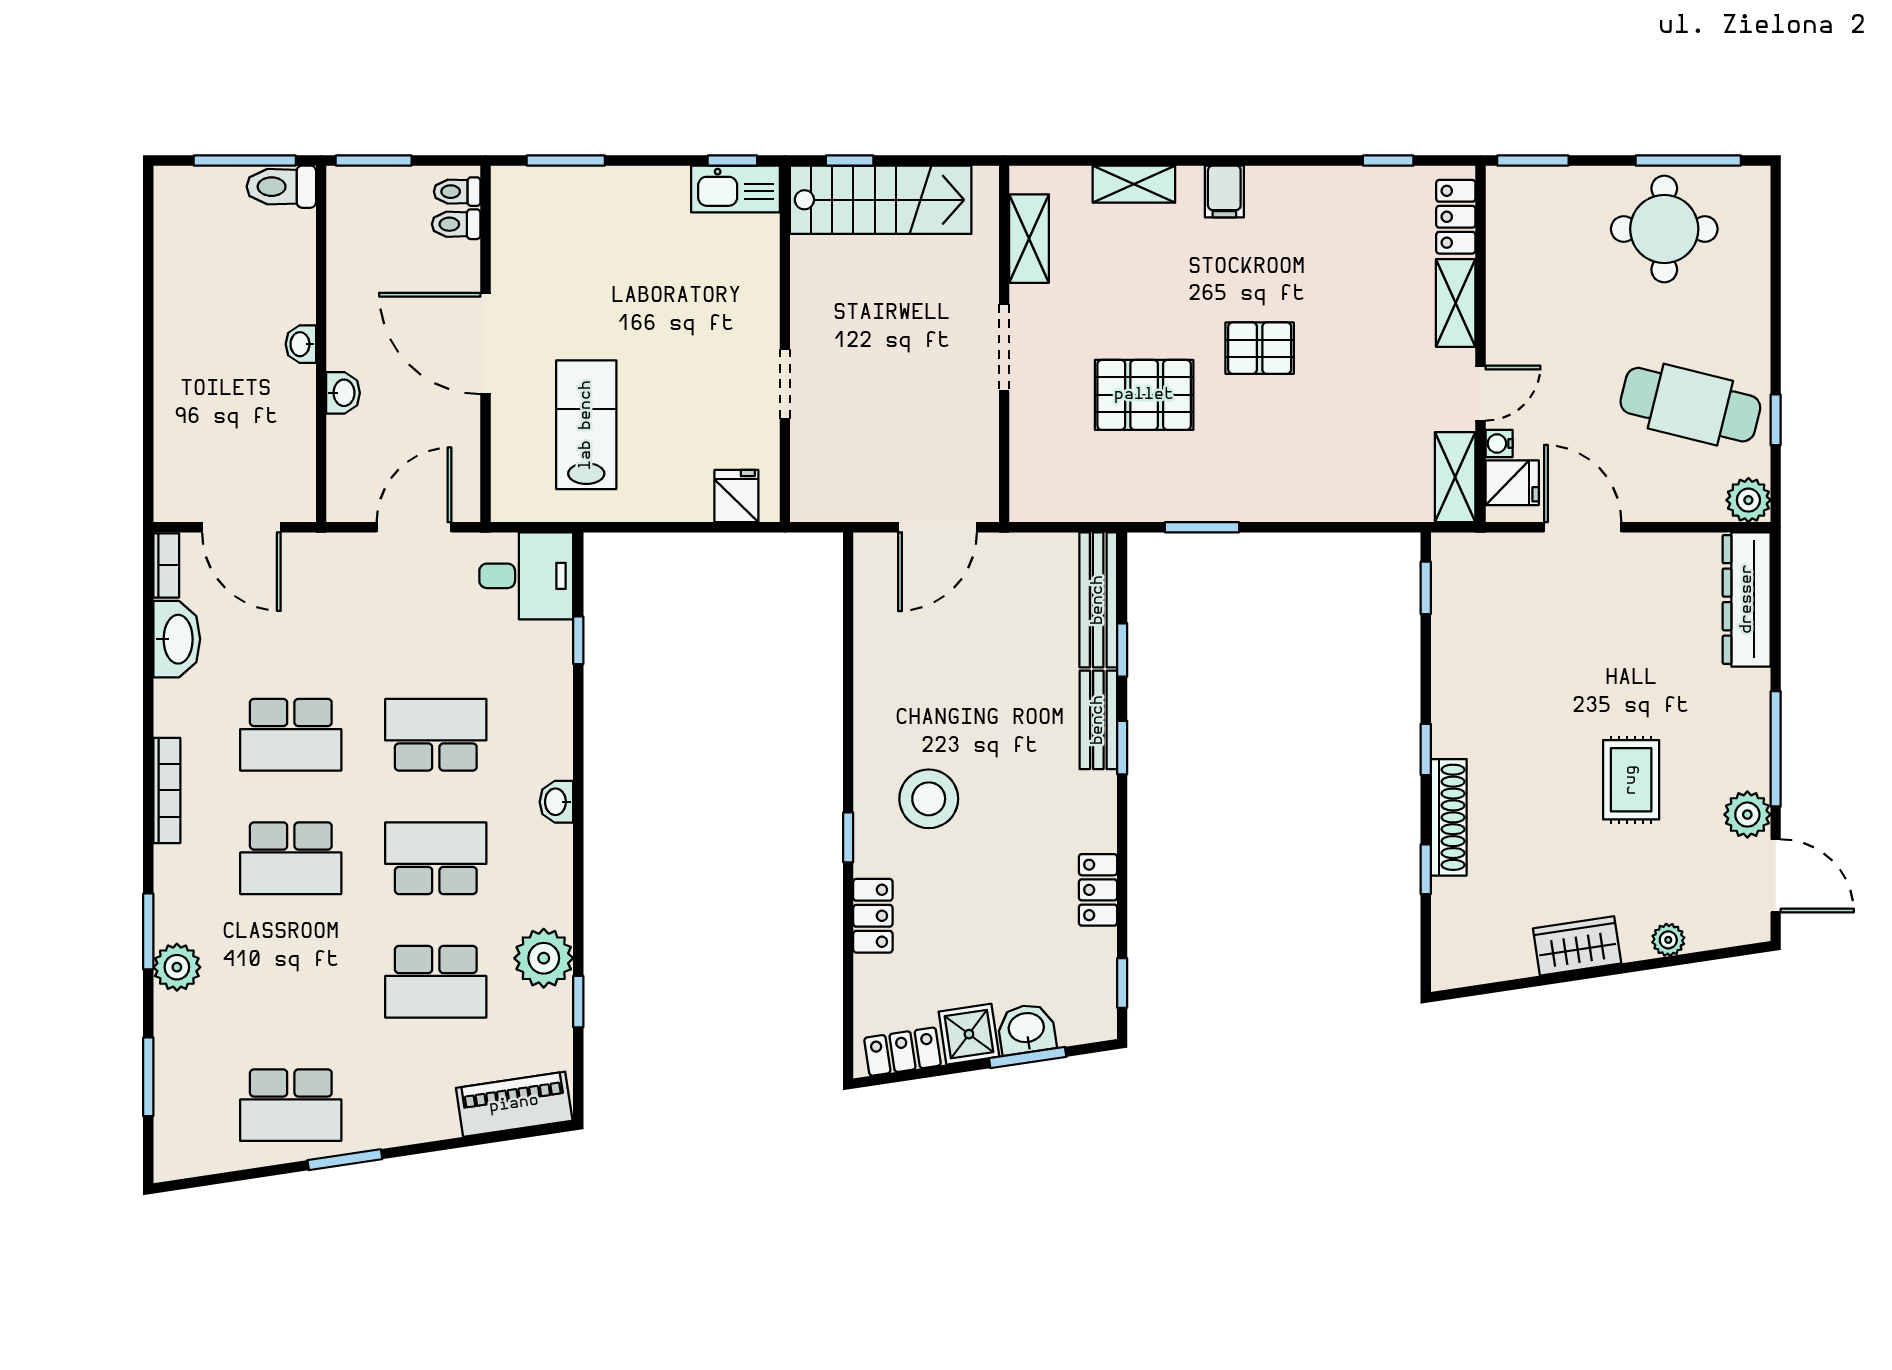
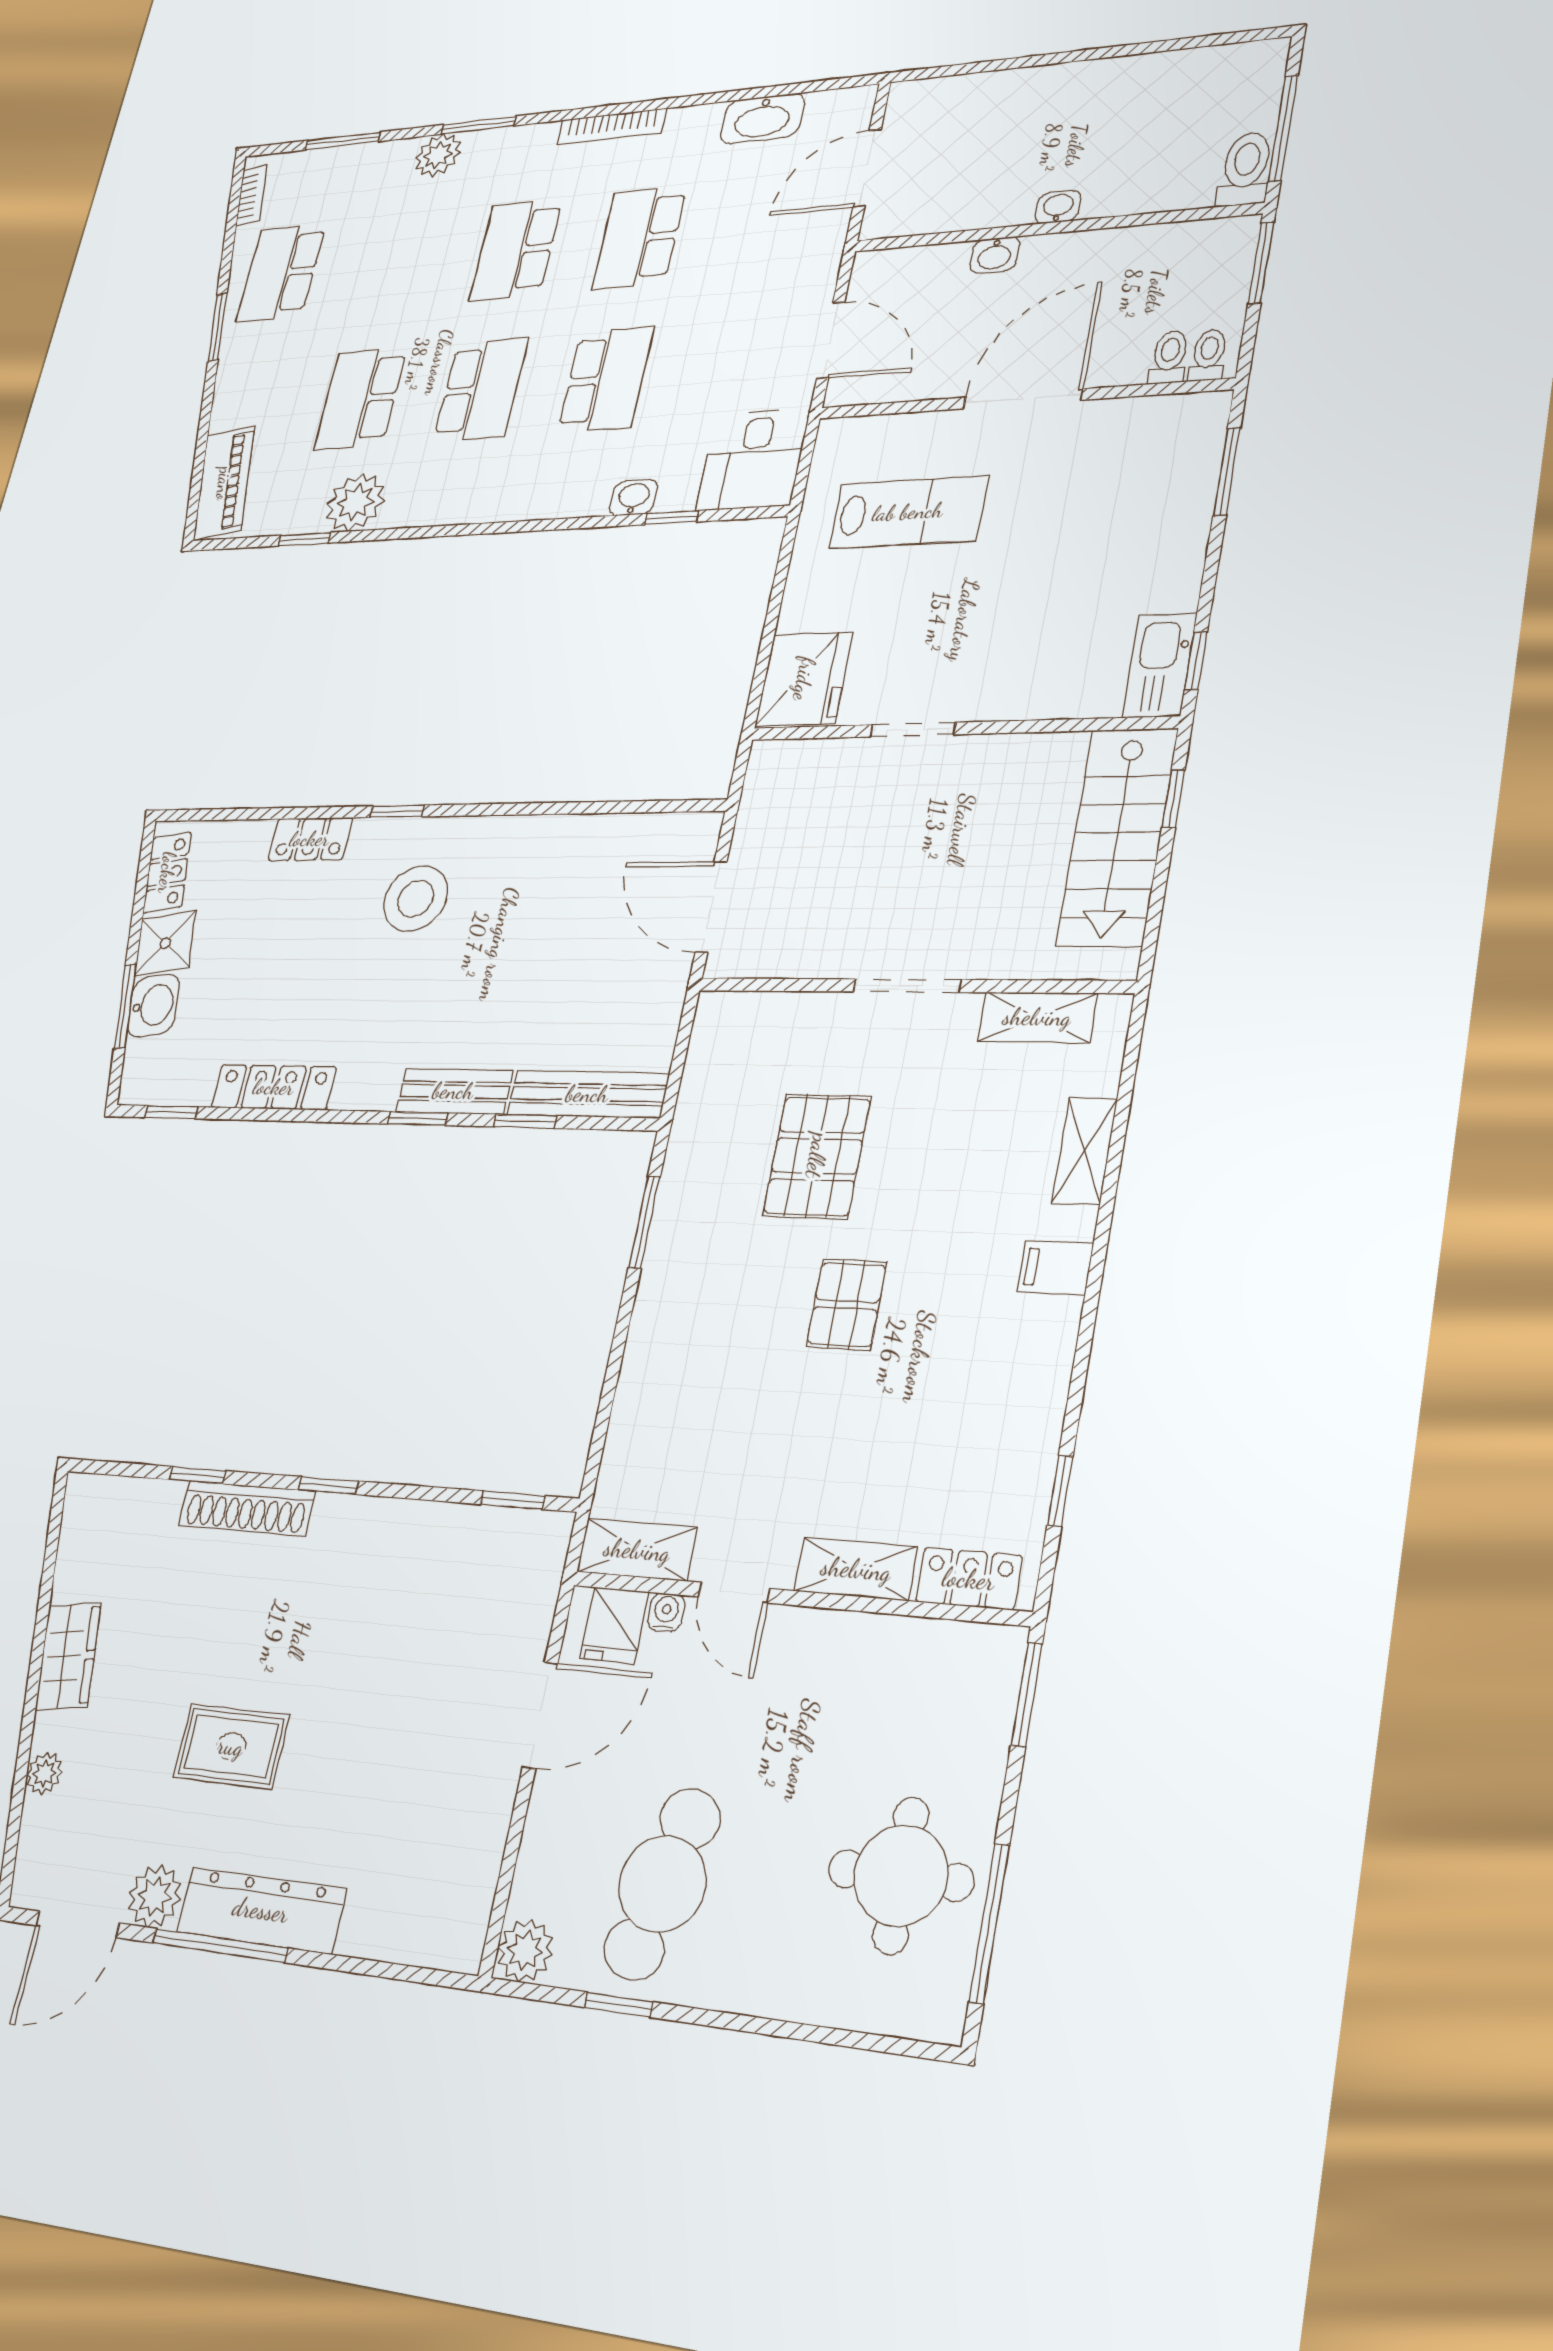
fridge: (736, 496) -> (804, 679), width x1.88, depth x1.34
bookcase: (166, 565) -> (251, 195), moved, turned -99
dresser: (1747, 599) -> (261, 1910), moved
washbasin: (556, 802) -> (633, 498), moved
locker: (1098, 890) -> (274, 1087), width x1.53

